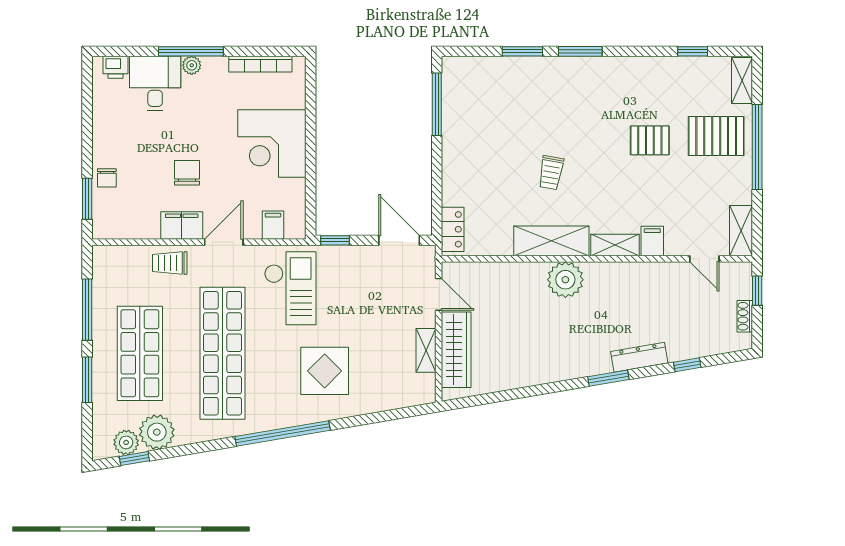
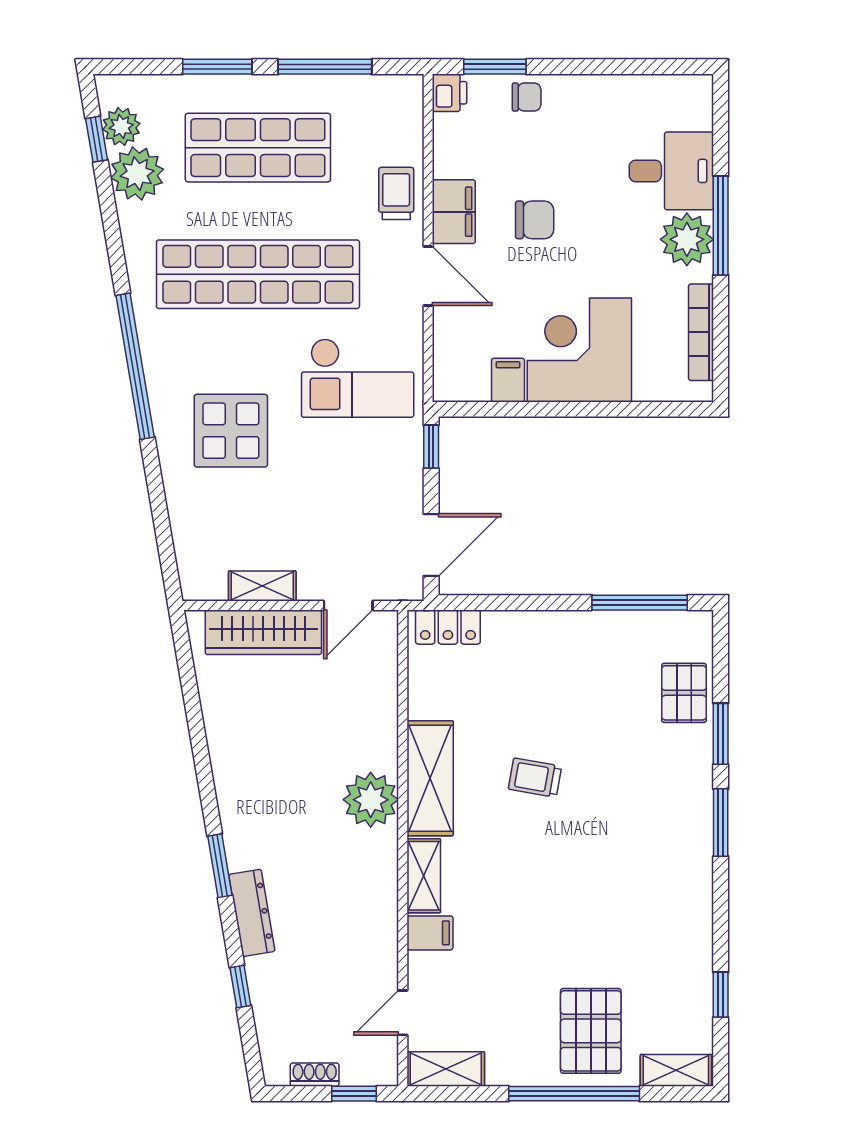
plant: (192, 65) -> (687, 239), width x1.88, depth x1.88
printer: (115, 67) -> (450, 93), moved, turned 180
pallet: (650, 140) -> (684, 693), moved
chair: (107, 178) -> (527, 97), turned 180
filing cabinet: (273, 225) -> (508, 380), moved, turned -90

